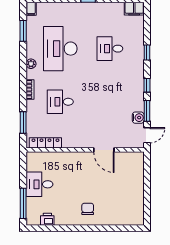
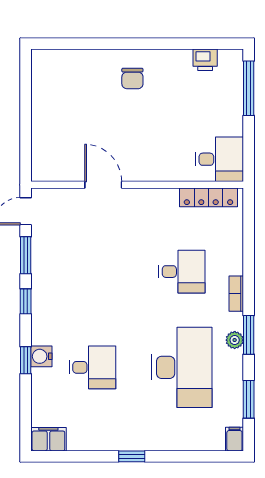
water cooler: (138, 118) -> (41, 356), moved
window: (23, 122) -> (249, 335), moved
desk: (39, 184) -> (219, 159), moved

